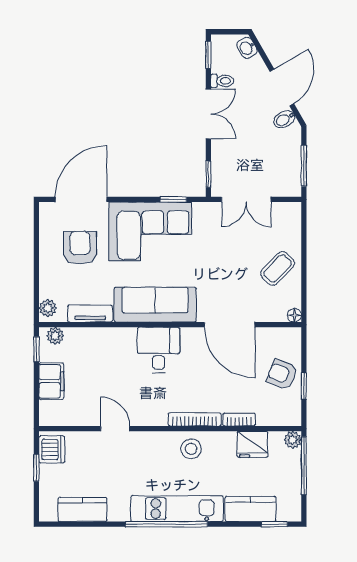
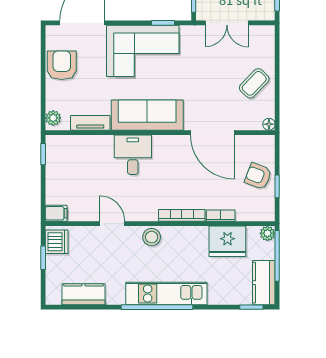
armchair: (80, 248) -> (62, 65), moved
plant: (55, 336) -> (60, 142), removed
desk: (159, 350) -> (133, 155), moved
filing cabinet: (51, 381) -> (56, 213), moved, width x0.50
fridge: (252, 444) -> (227, 241), width x1.36, depth x1.34
stool: (191, 449) -> (152, 237), moved
kitchen counter: (250, 509) -> (264, 283), moved, turned -90

